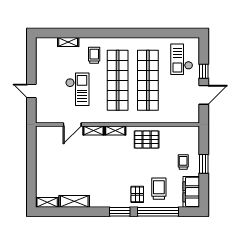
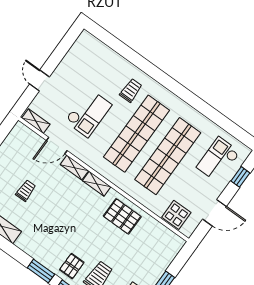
shelving: (68, 42) -> (36, 121), moved
window: (204, 71) -> (240, 177), moved
display table: (180, 114) -> (176, 215), added
trolley: (183, 162) -> (26, 191), moved

